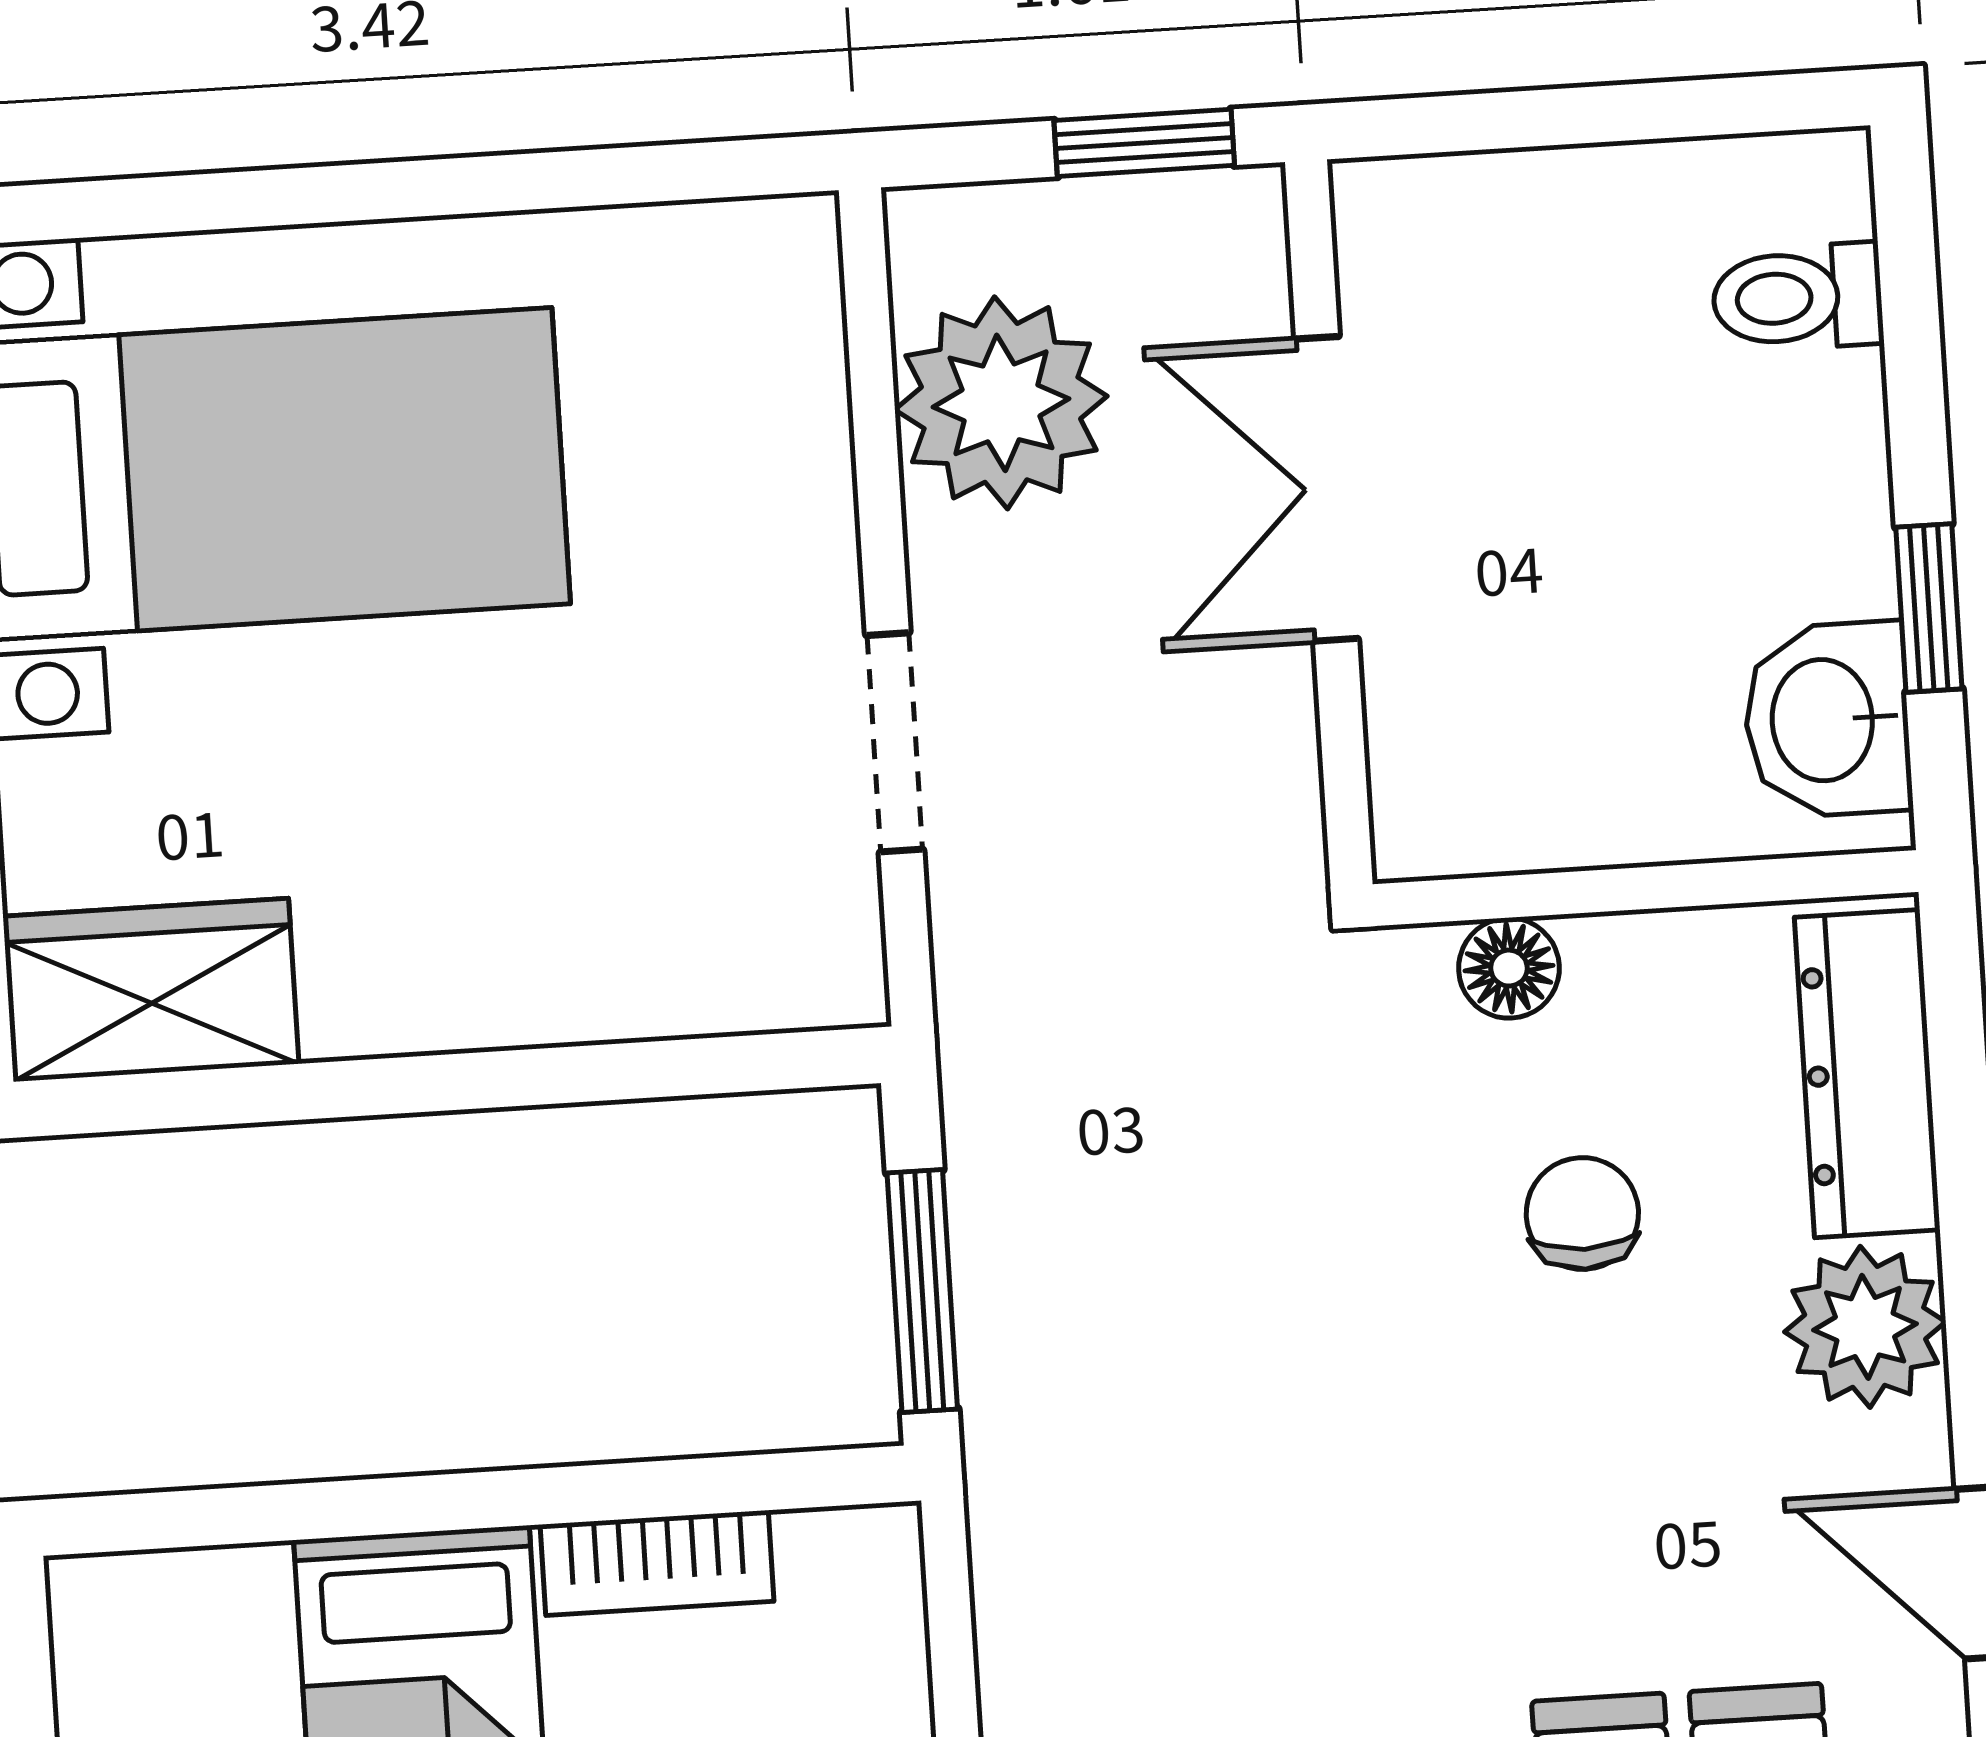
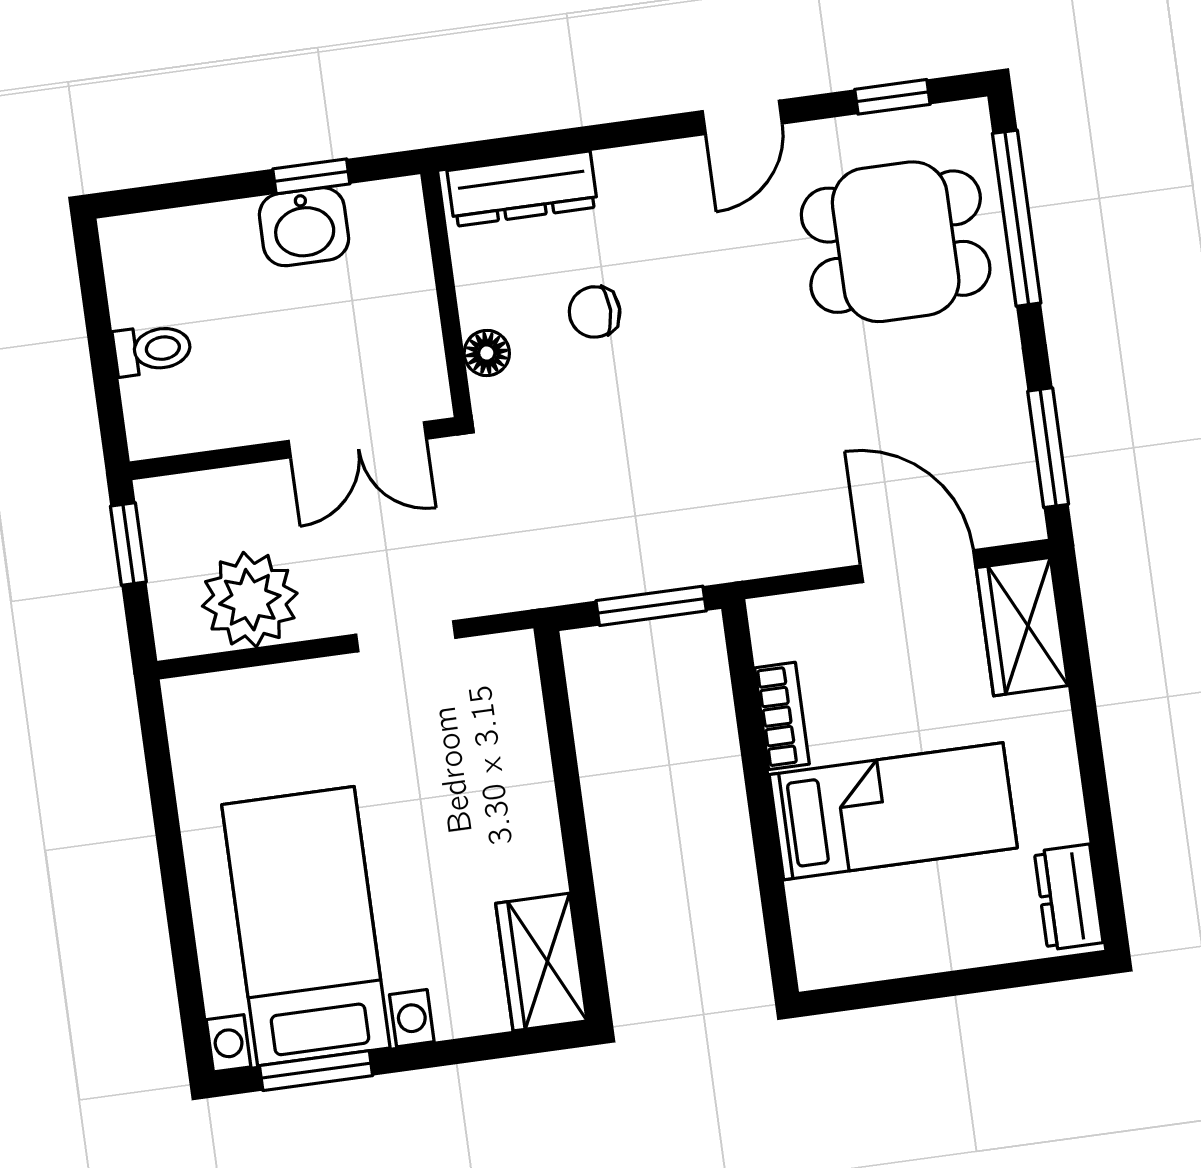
toilet: (1798, 297) -> (152, 350), moved, turned -90
double door: (1327, 489) -> (357, 440), moved
washbasin: (1827, 720) -> (304, 227), moved
plant: (1865, 1327) -> (636, 181), removed

